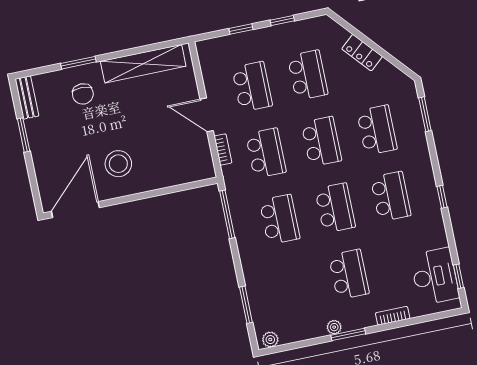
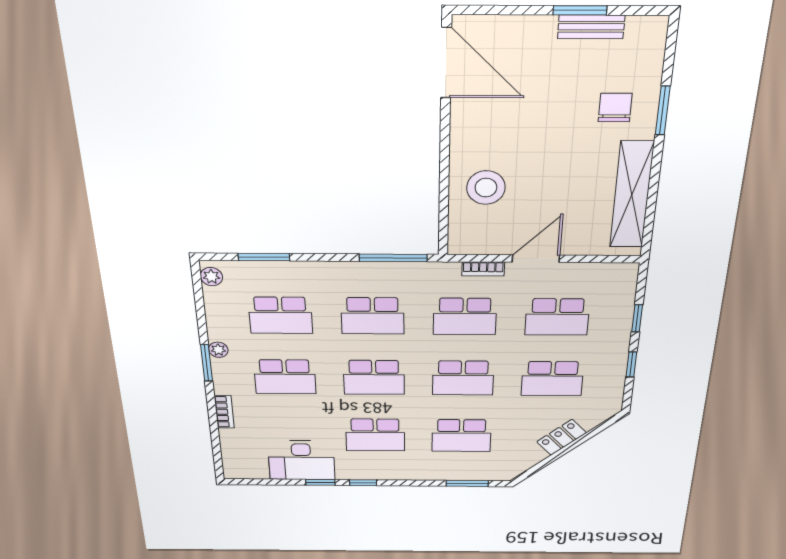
chair: (83, 94) -> (615, 108), turned 90
bench: (27, 97) -> (591, 27), moved
stool: (118, 164) -> (486, 188), moved
desk: (435, 276) -> (301, 460), moved
window: (458, 276) -> (320, 482), moved
school desk: (293, 286) -> (280, 315), added

